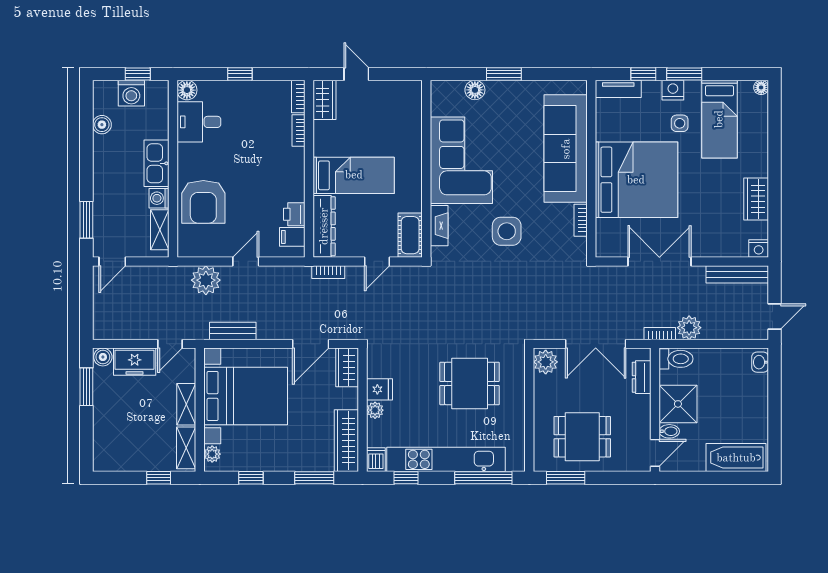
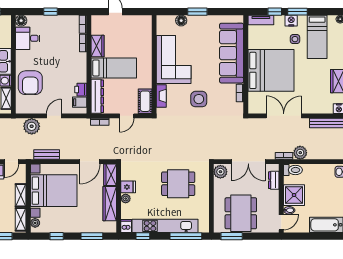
wardrobe: (324, 100) -> (98, 46), moved
dining table: (582, 437) -> (241, 213), width x1.38
wardrobe: (346, 441) -> (110, 204), moved

